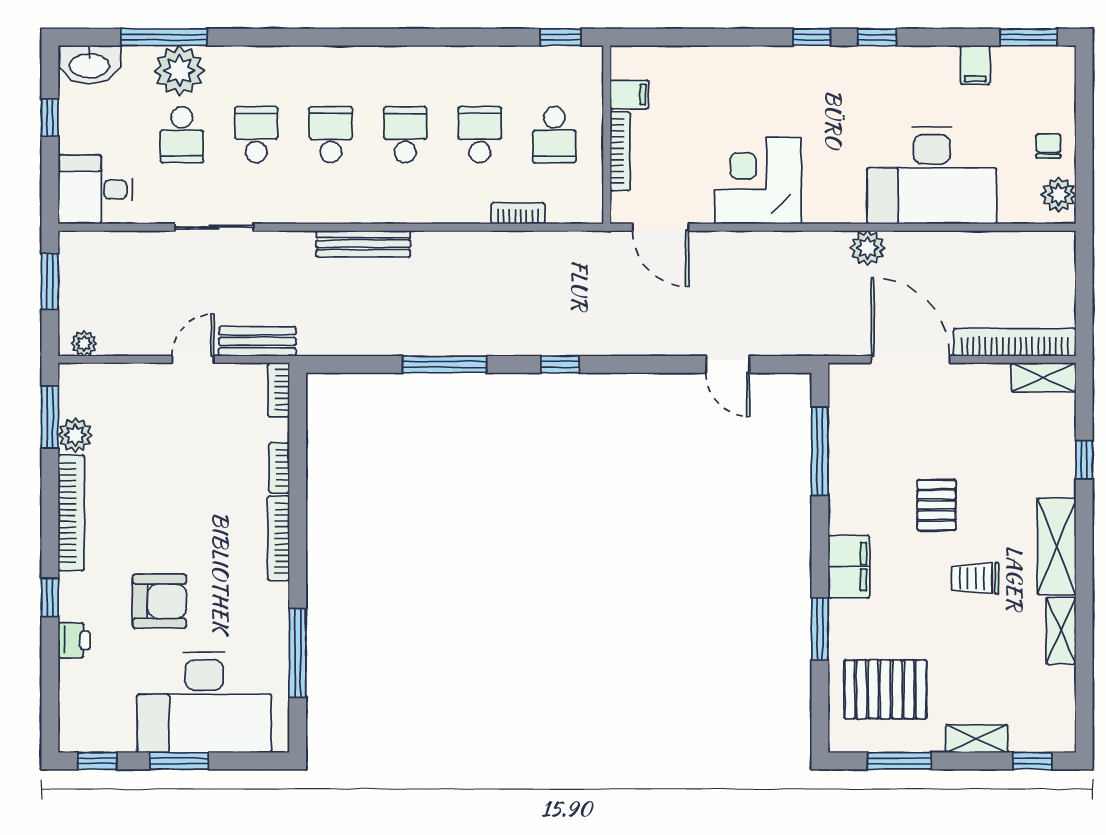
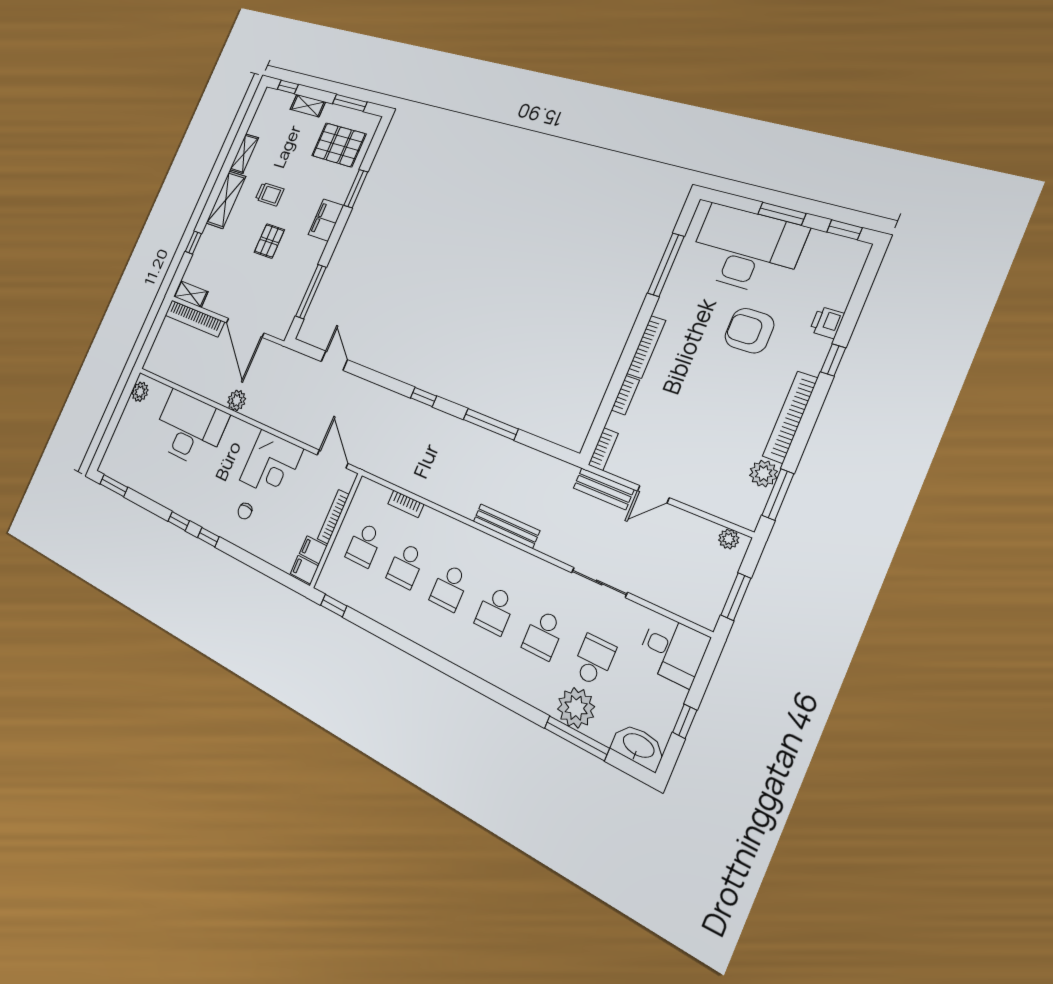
filing cabinet: (975, 65) -> (304, 570), moved, turned -90
school desk: (554, 135) -> (364, 545), turned 180
chair: (1048, 146) -> (245, 511), moved

